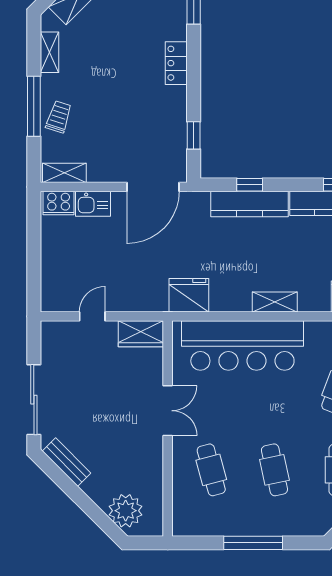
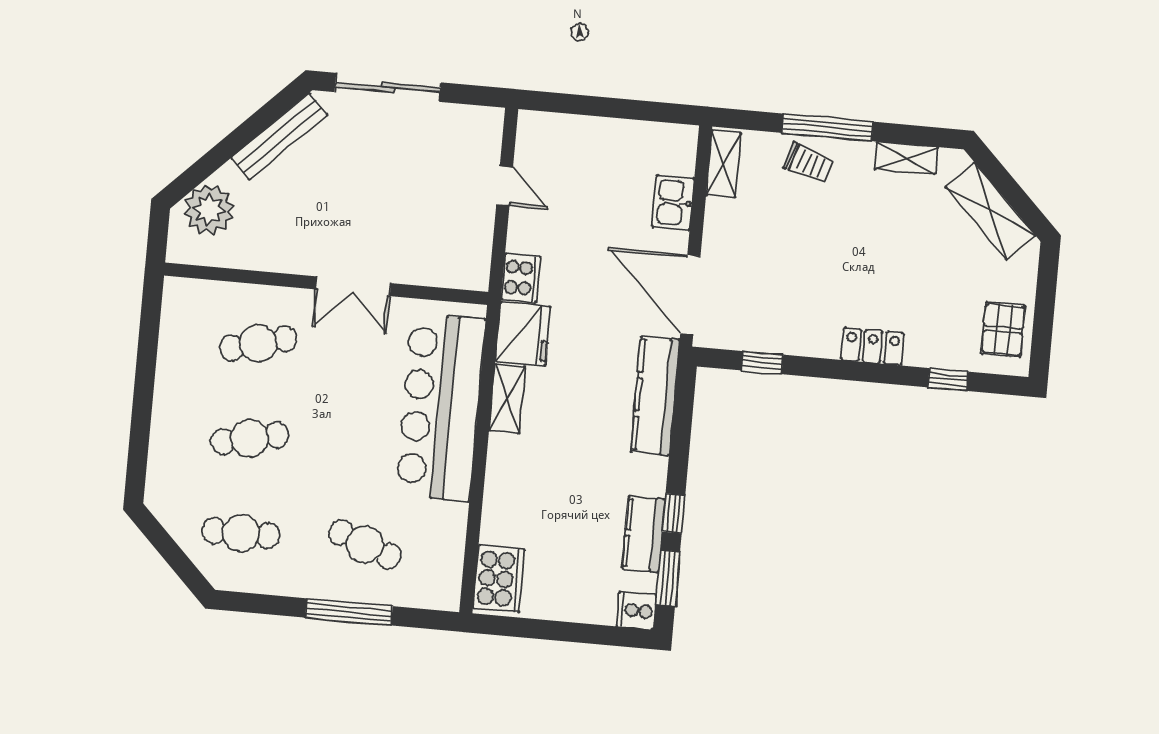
window: (250, 185) -> (674, 513), moved
cooker: (59, 203) -> (521, 278), moved, turned 180
kitchen counter: (249, 204) -> (655, 396), moved
shelving: (275, 302) -> (507, 399), moved
wardrobe: (141, 334) -> (472, 257), removed
bench: (67, 462) -> (279, 136), width x1.36
window: (253, 543) -> (143, 396), removed

